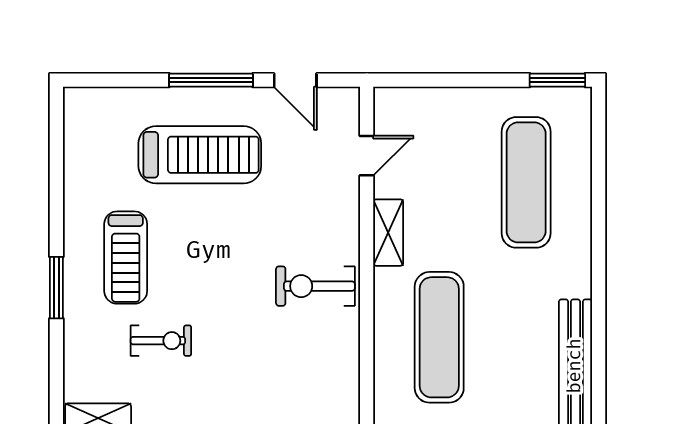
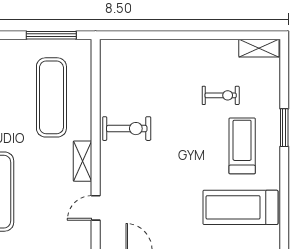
treadmill: (200, 155) -> (240, 207), moved
exercise bike: (161, 341) -> (221, 95), turned 180

